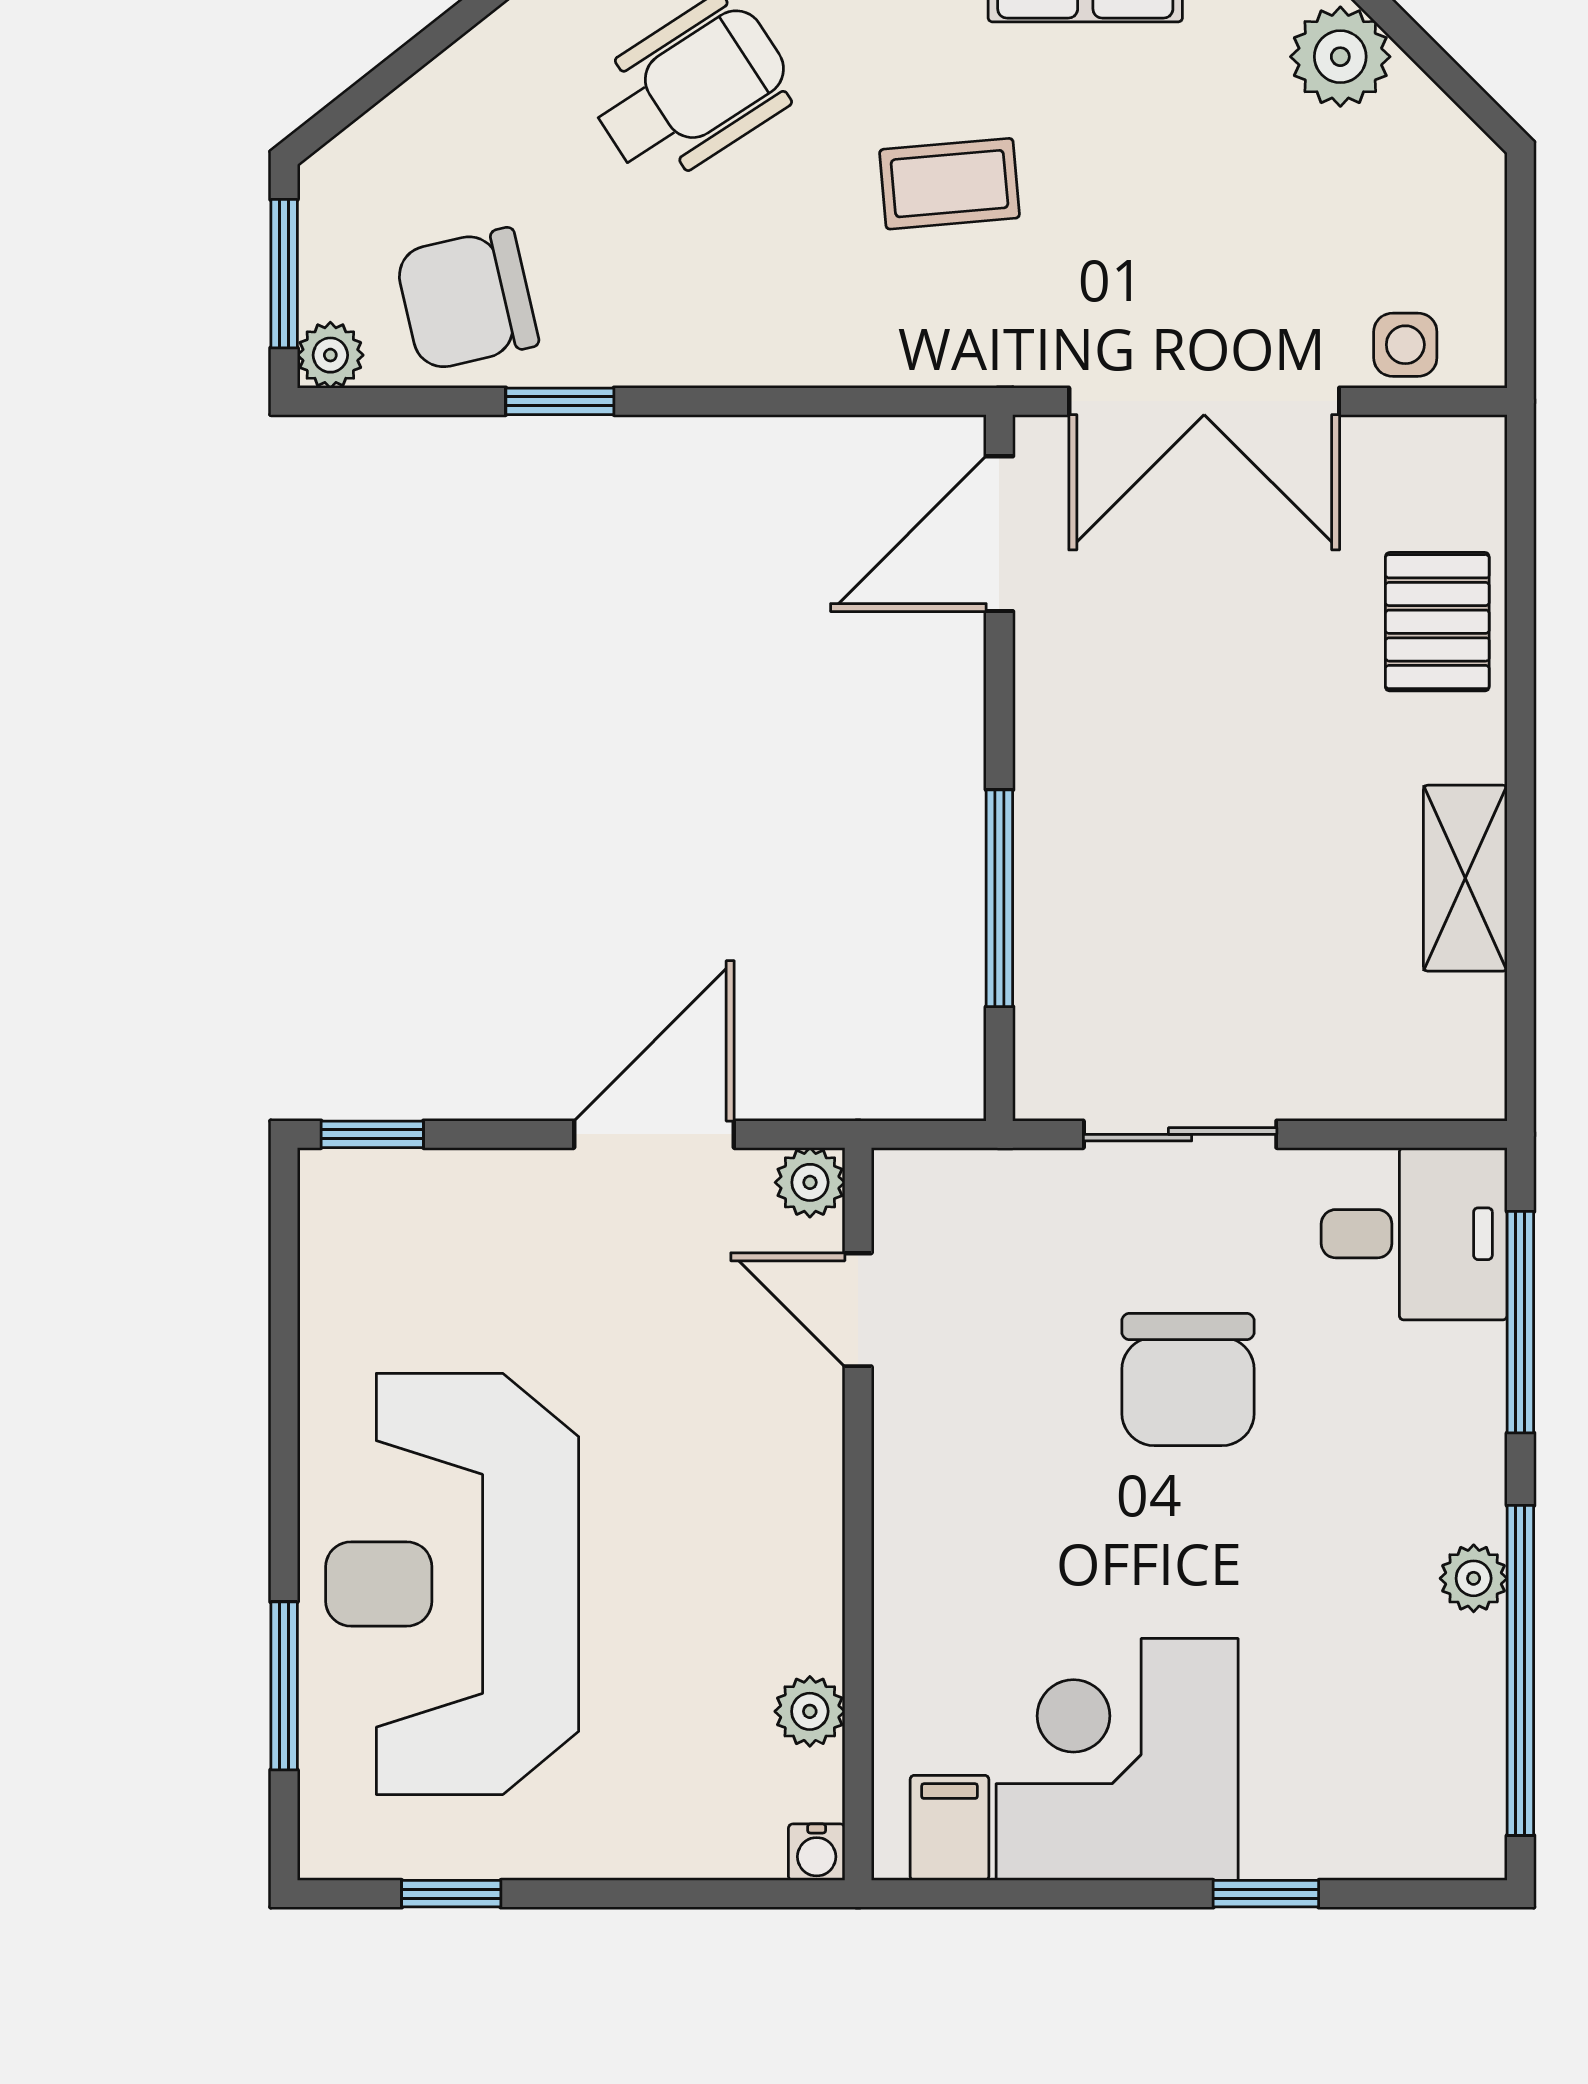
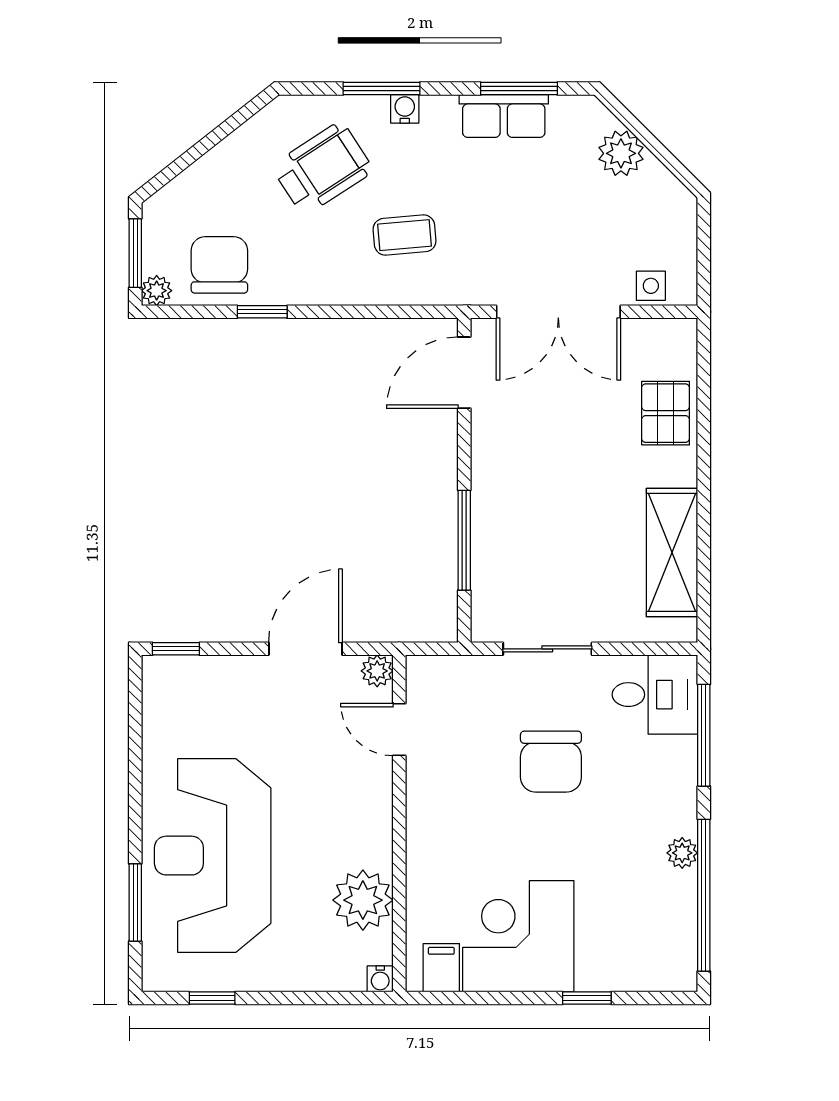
coffee table: (949, 184) -> (405, 235), moved
chair: (467, 299) -> (219, 265), turned 103
shelving: (1465, 878) -> (672, 552), width x1.50, depth x1.33
plant: (810, 1711) -> (363, 900), width x1.88, depth x1.88

